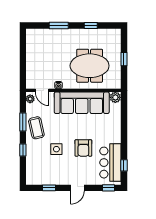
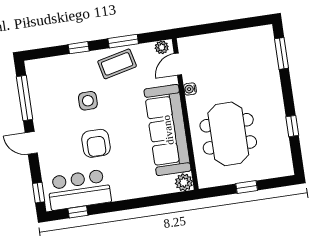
window: (59, 26) -> (282, 53), moved
armchair: (83, 148) -> (96, 143), turned -90
window: (49, 188) -> (25, 98), width x2.17

